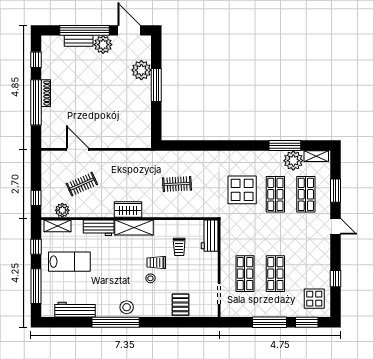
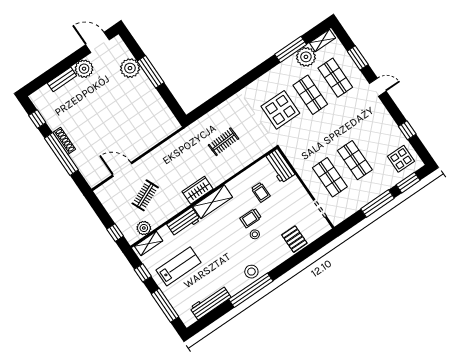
window: (84, 30) -> (61, 67), removed

